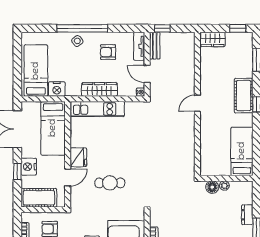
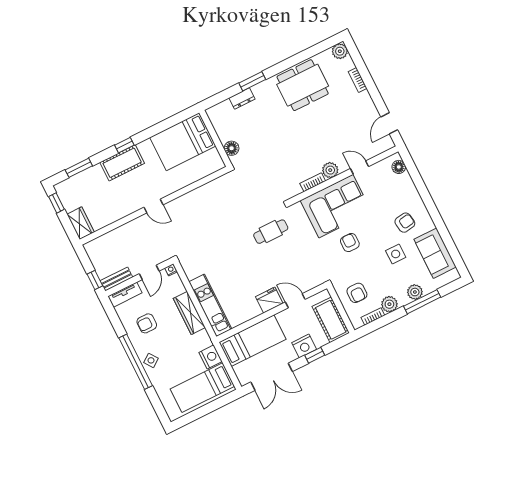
armchair: (108, 52) -> (147, 323), turned 90
bed: (242, 151) -> (183, 142), width x1.50
cafe table: (110, 183) -> (271, 232), moved, turned 90
plant: (224, 186) -> (224, 137), removed

